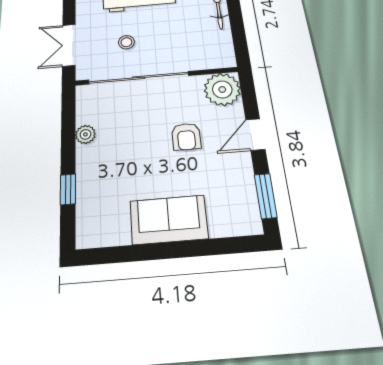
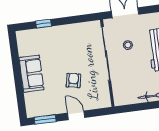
plant: (222, 89) -> (101, 99), removed
plant: (85, 134) -> (72, 29), removed
armchair: (186, 137) -> (73, 80), turned 101

